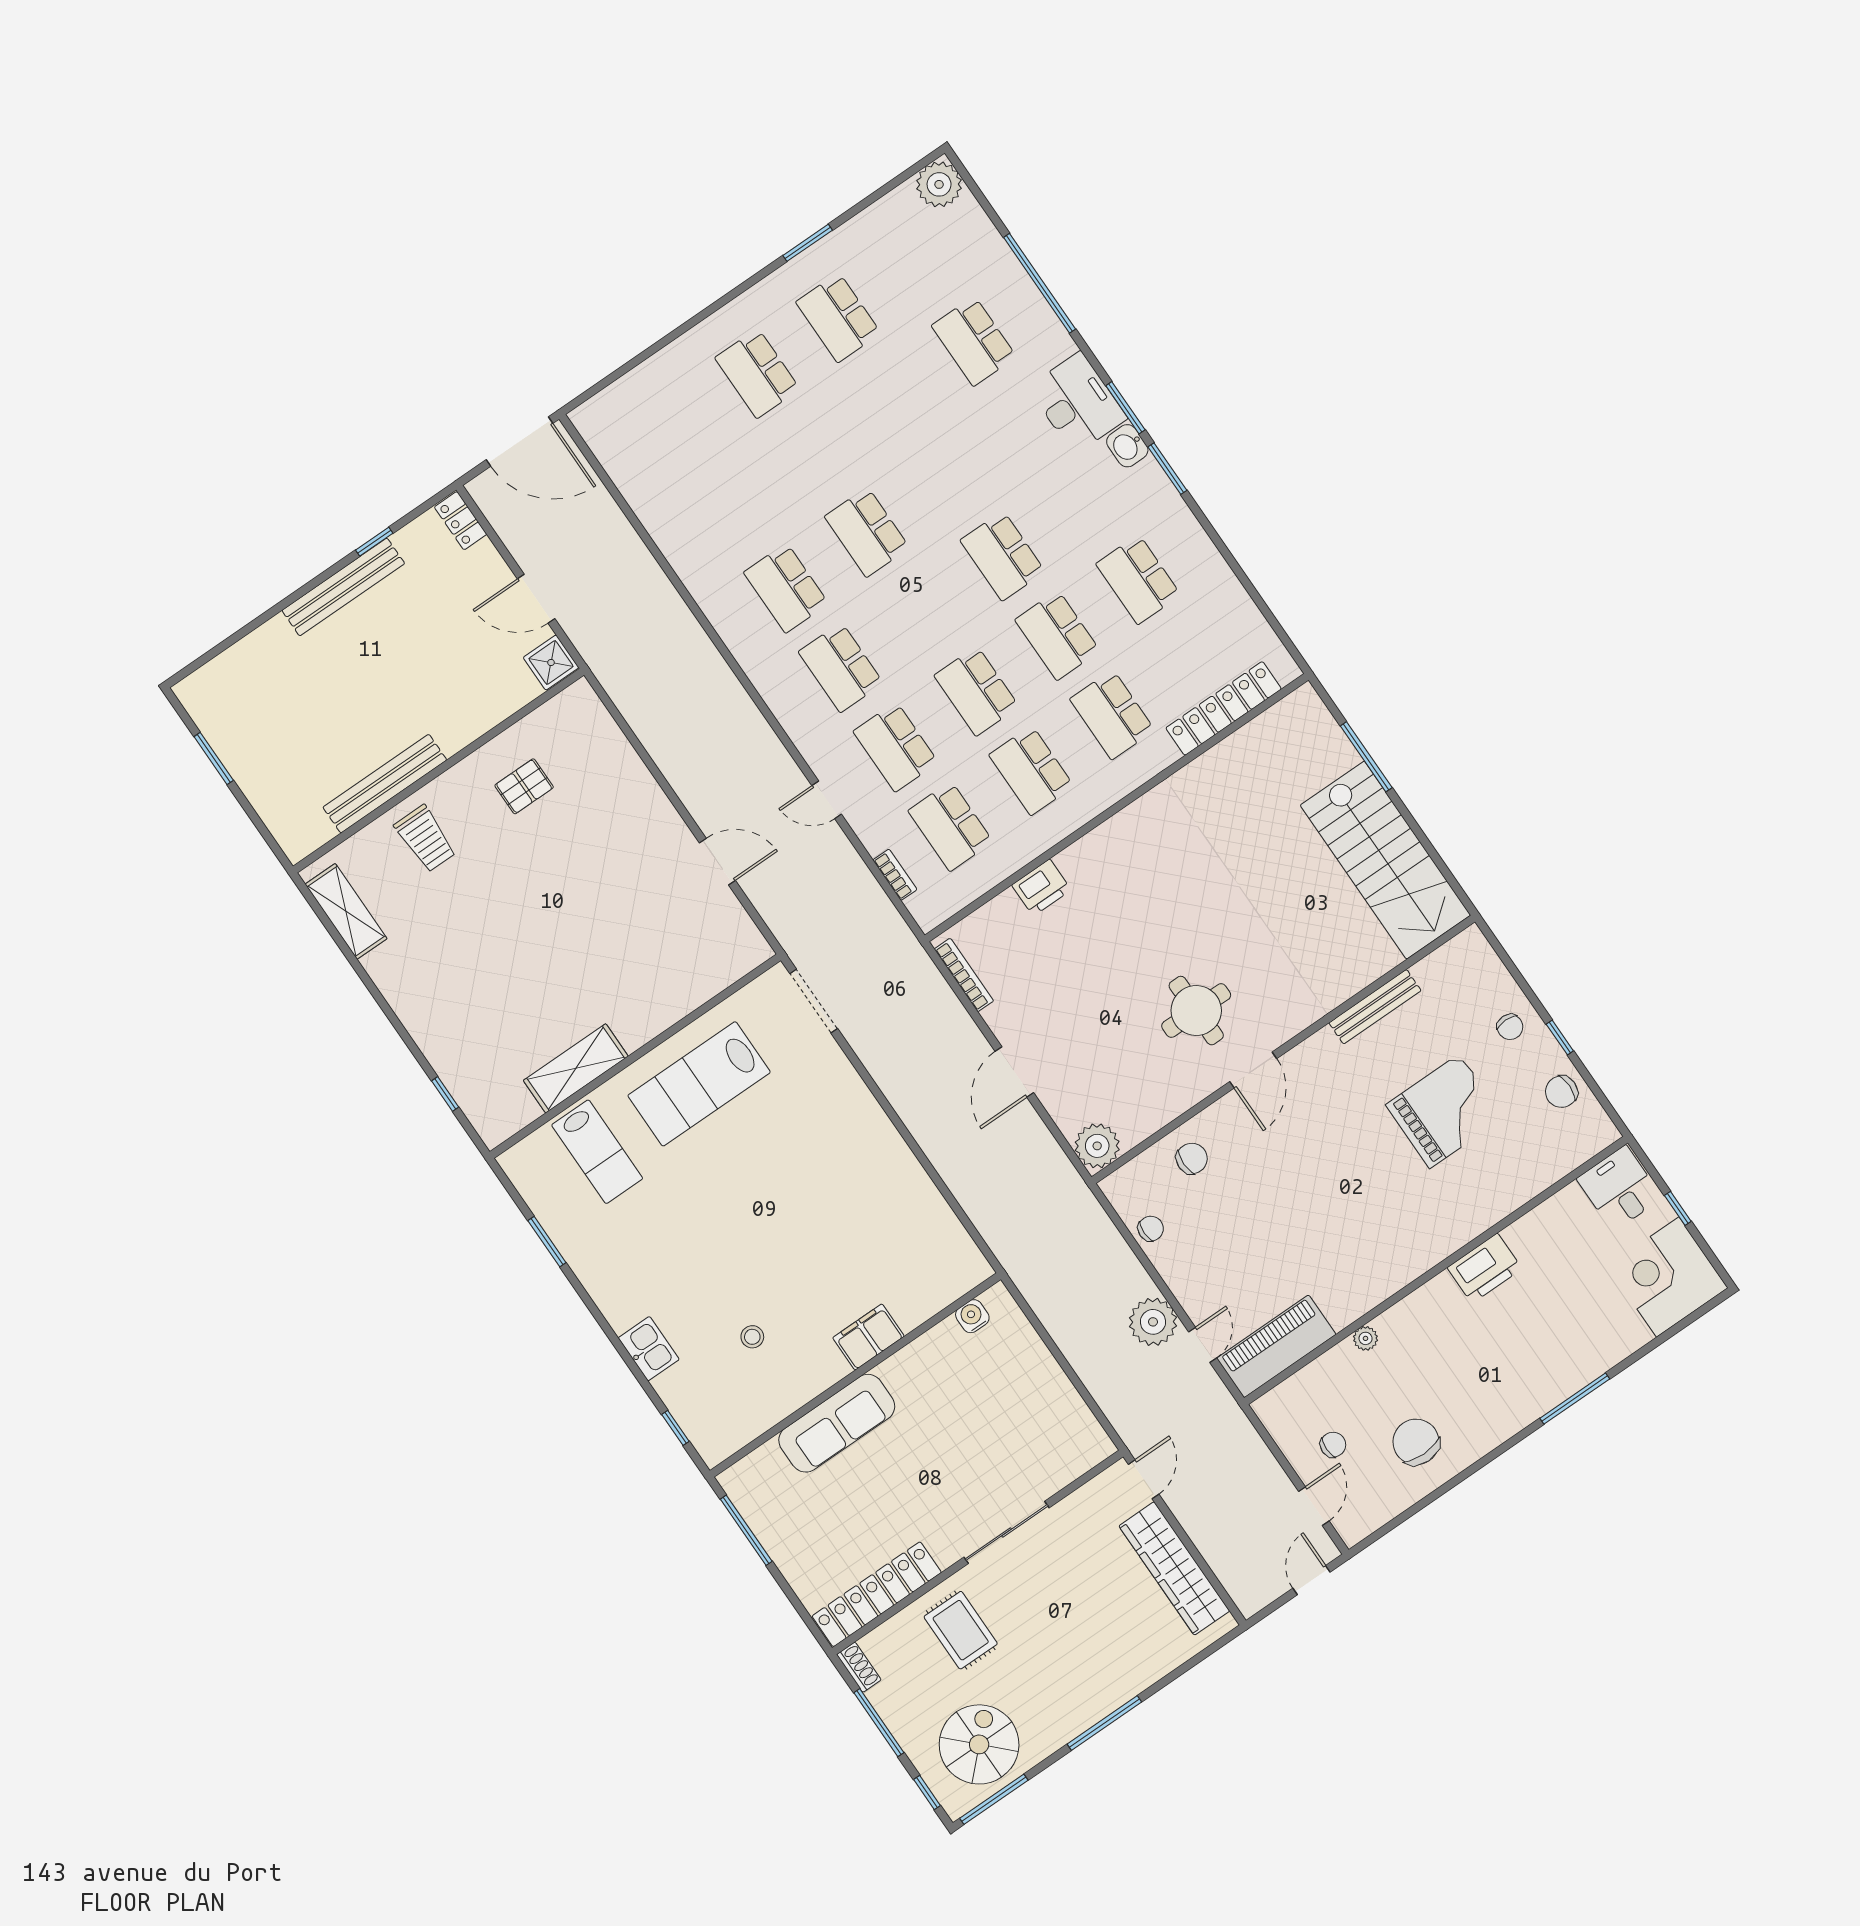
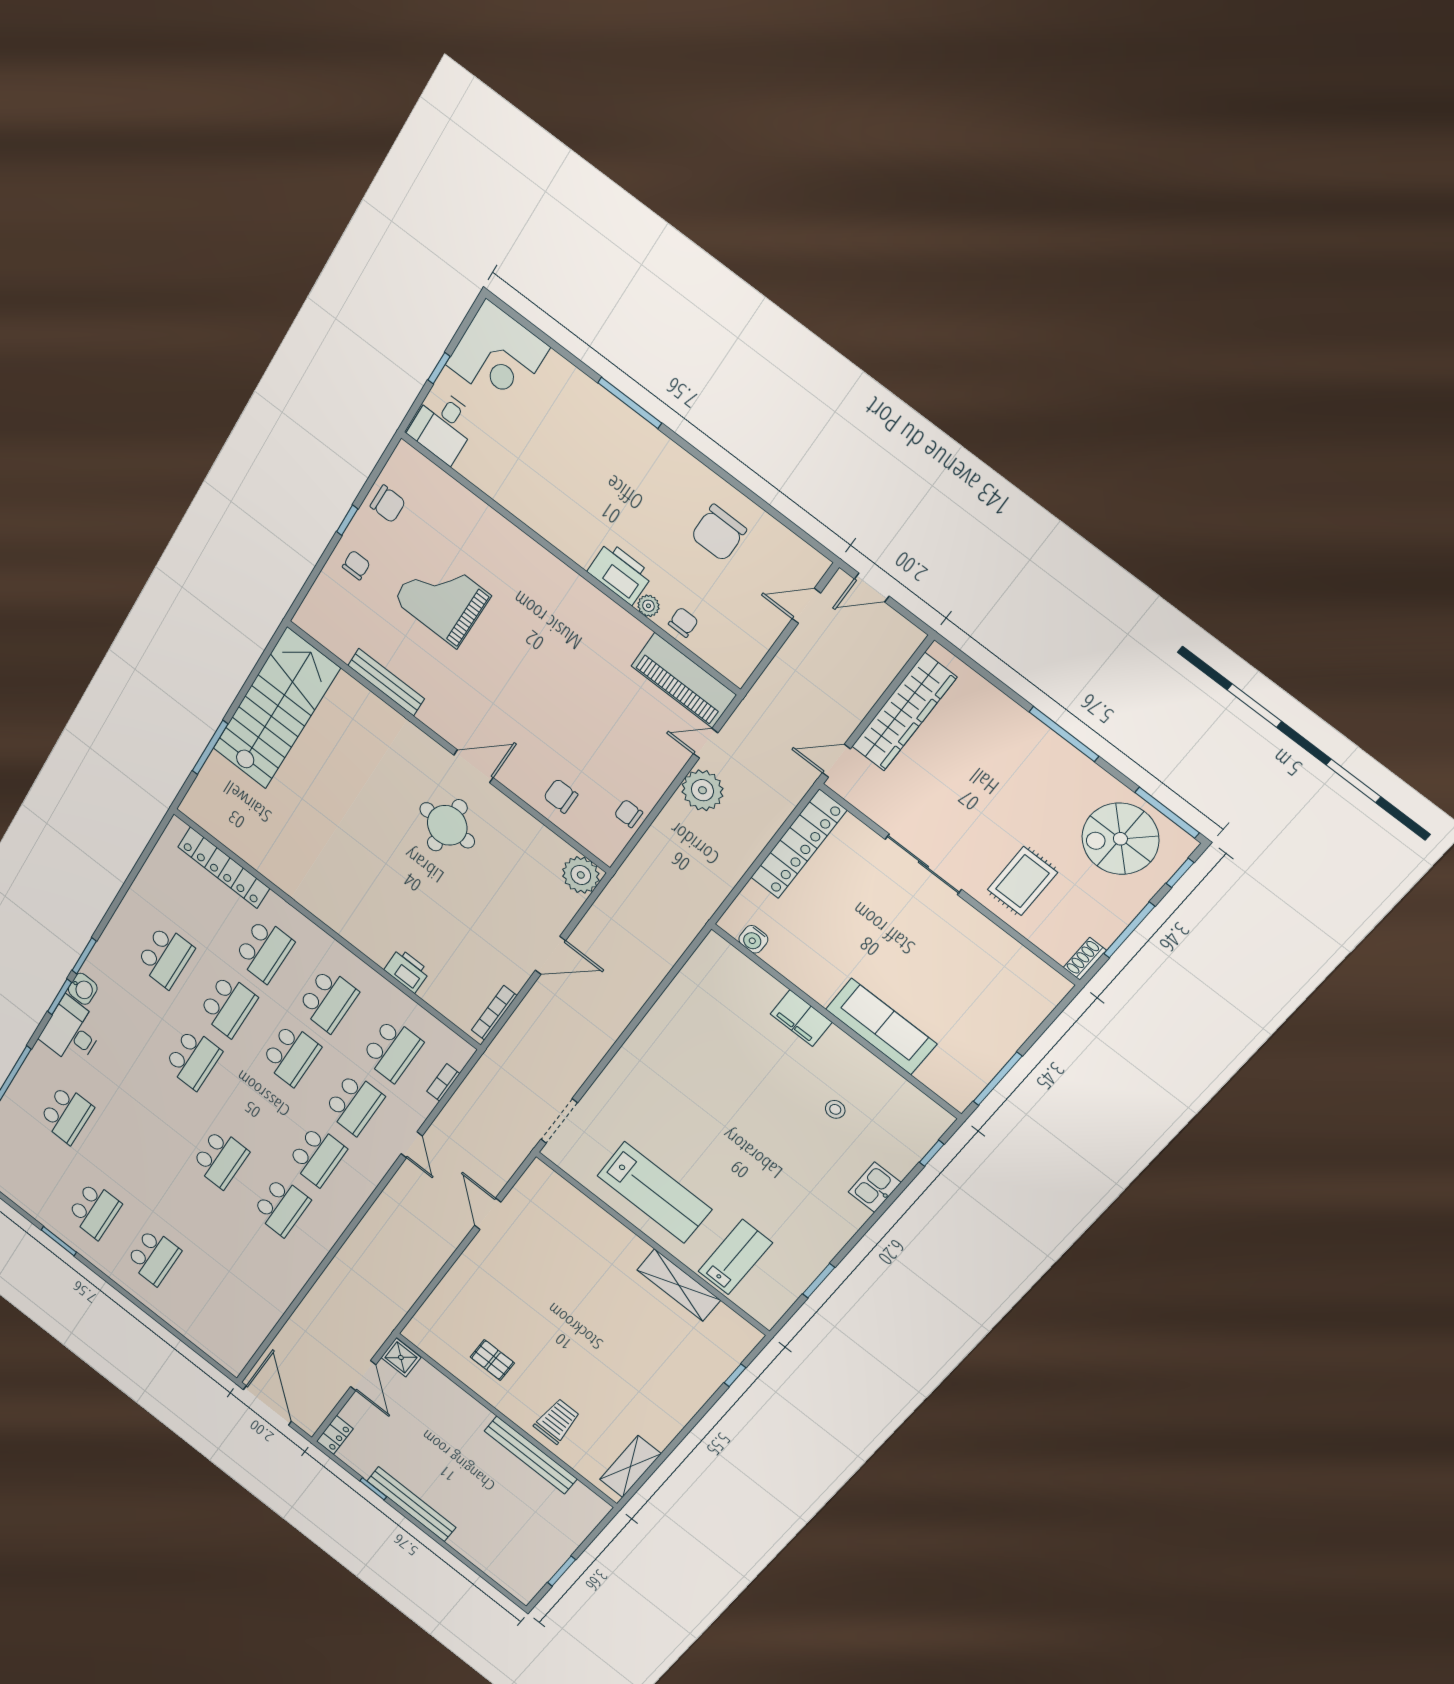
printer: (1485, 1268) -> (620, 573), moved
chair: (1333, 1445) -> (683, 622), moved, turned 90
locker: (877, 1594) -> (798, 844), moved, turned -90

